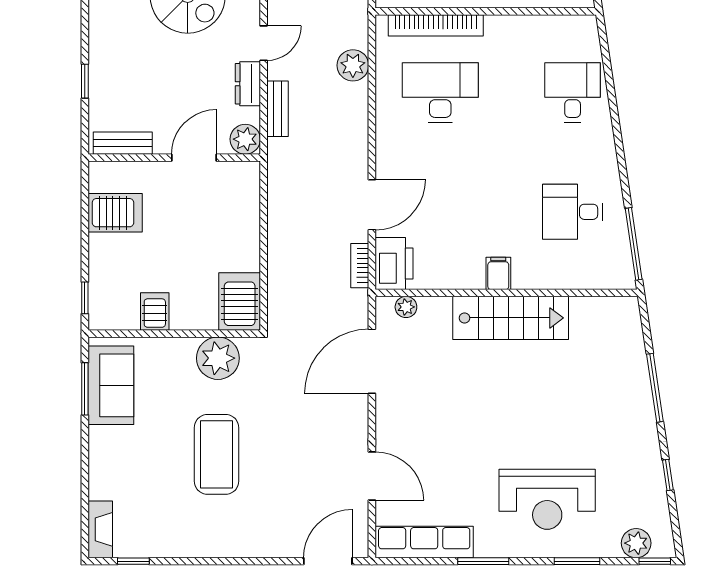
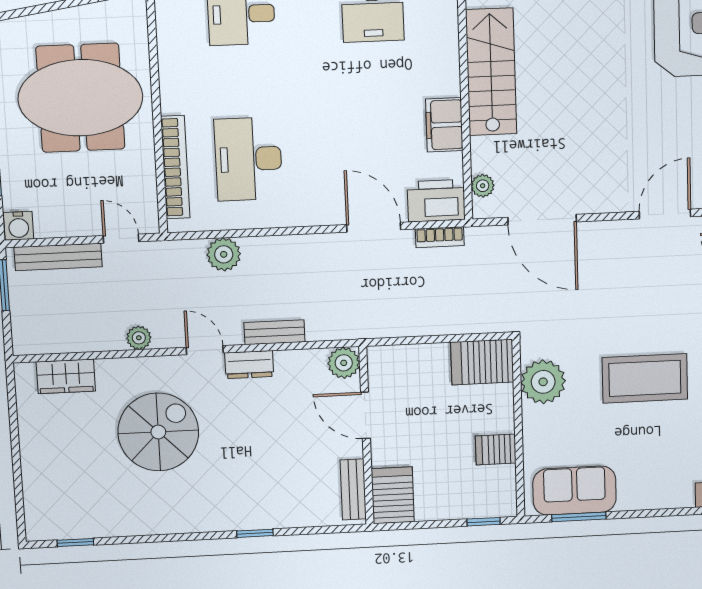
plant: (245, 139) -> (344, 363), moved
bench: (123, 143) -> (353, 489), moved
wall: (174, 158) -> (366, 436), moved
door: (194, 158) -> (365, 415), moved
filing cabinet: (498, 273) -> (444, 125), moved, width x2.00

